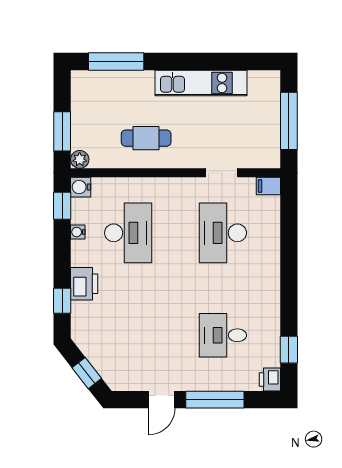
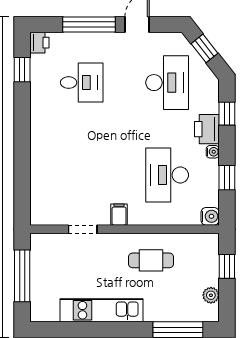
window: (62, 131) -> (227, 266), width x0.67
plant: (80, 159) -> (211, 295), moved
filing cabinet: (268, 186) -> (119, 215), moved, turned -90
window: (62, 206) -> (227, 178), moved
water cooler: (78, 232) -> (213, 152), moved
desk: (223, 233) -> (167, 83), moved

